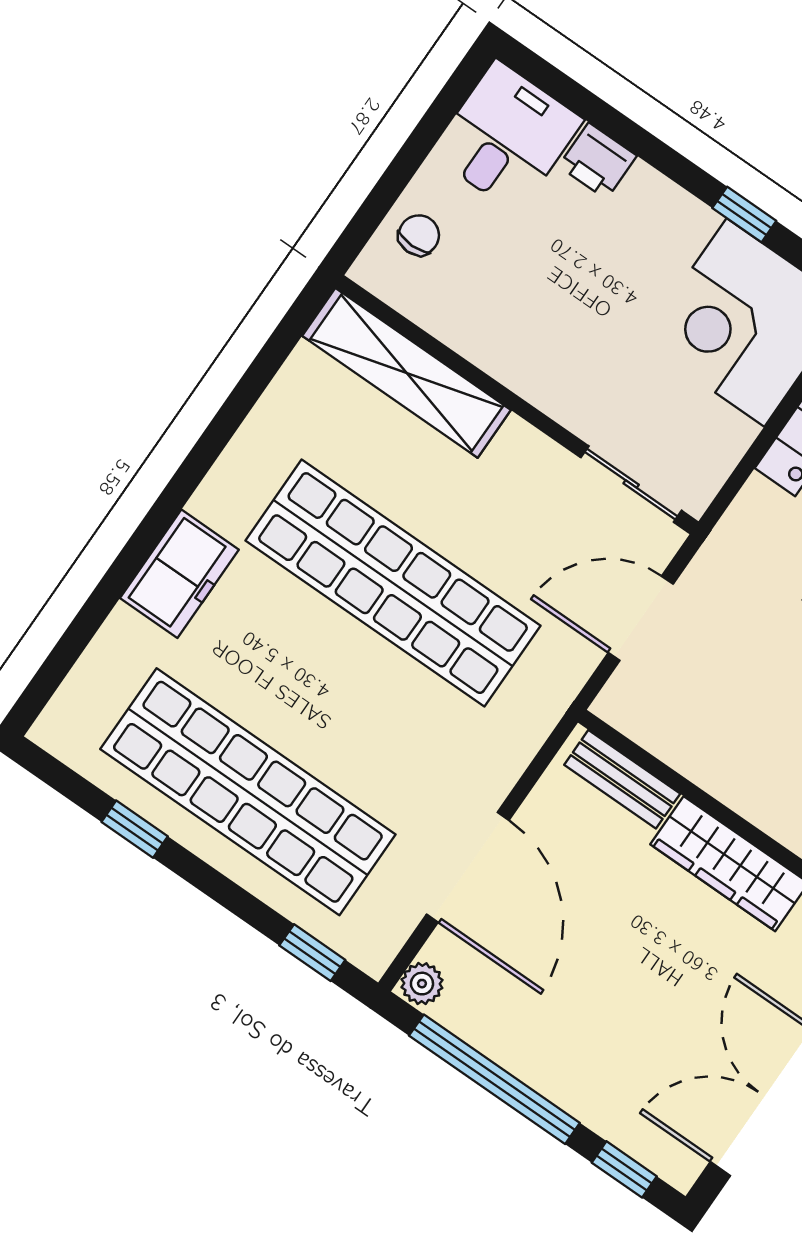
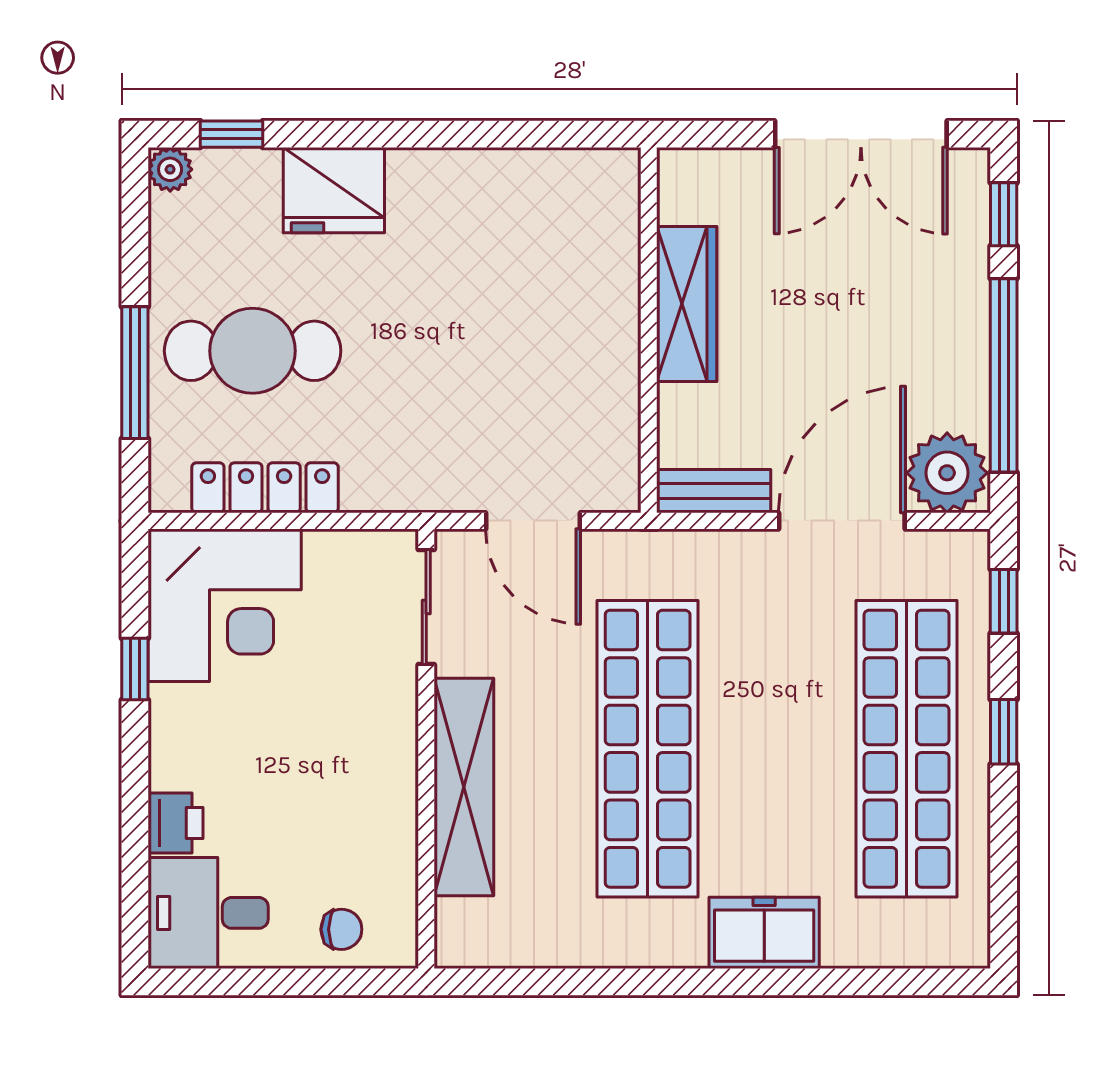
chair: (419, 235) -> (341, 929), turned 180
shelving: (406, 373) -> (464, 787), moved
bench: (622, 779) -> (714, 491), moved, turned 90
window: (135, 829) -> (1004, 732), moved
plant: (422, 984) -> (947, 473), width x1.88, depth x1.88

